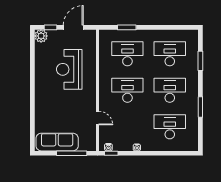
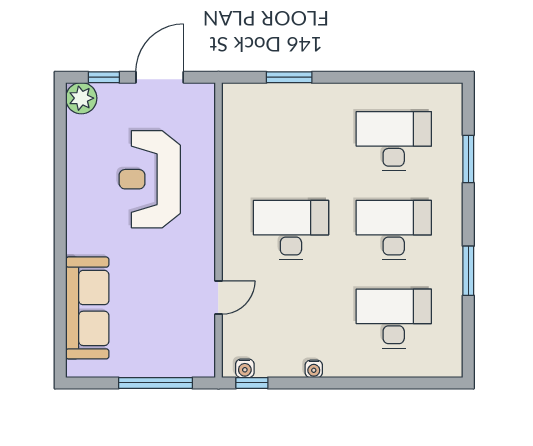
desk: (127, 54) -> (291, 141), removed
door: (98, 118) -> (218, 297), hinge flipped
sofa: (57, 142) -> (87, 308), moved, turned 90

